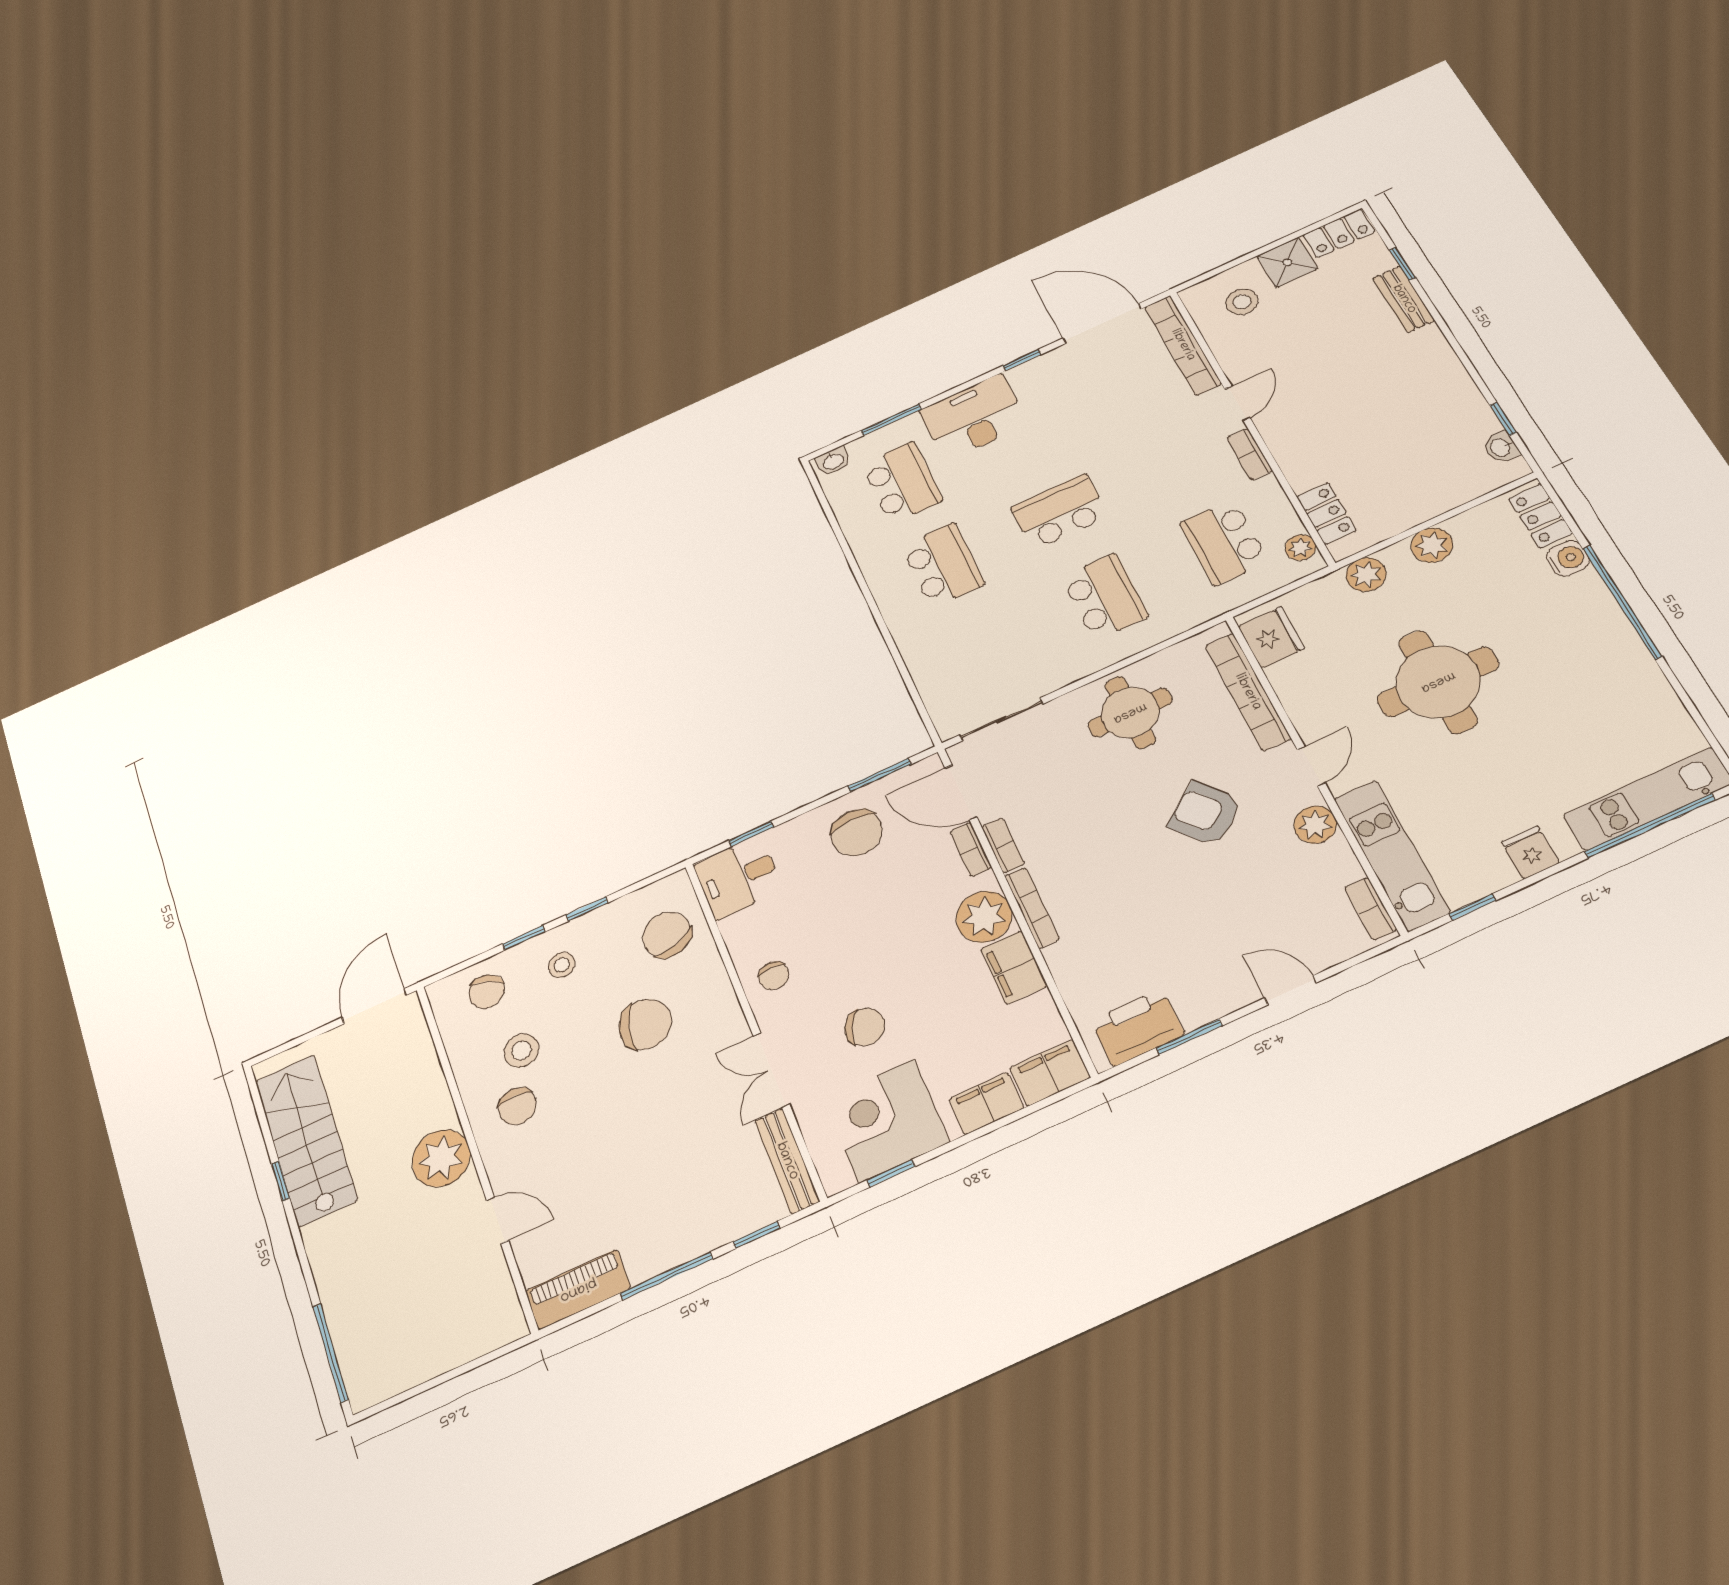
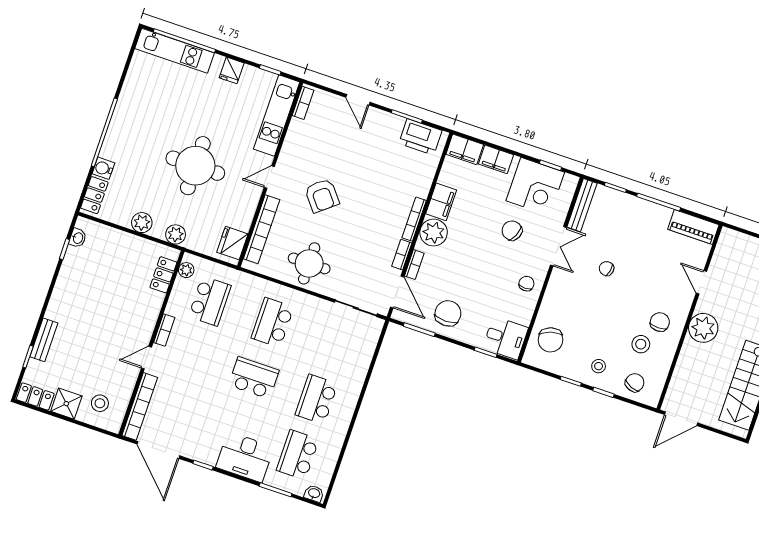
school desk: (1060, 512) -> (254, 378), turned 180
plant: (1315, 825) -> (290, 153), removed
chair: (645, 1024) -> (607, 269), moved, width x0.54, depth x0.54

